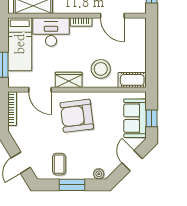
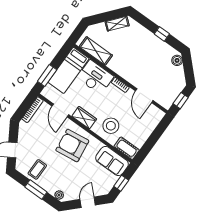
sofa: (135, 118) -> (112, 161), moved, turned -90

